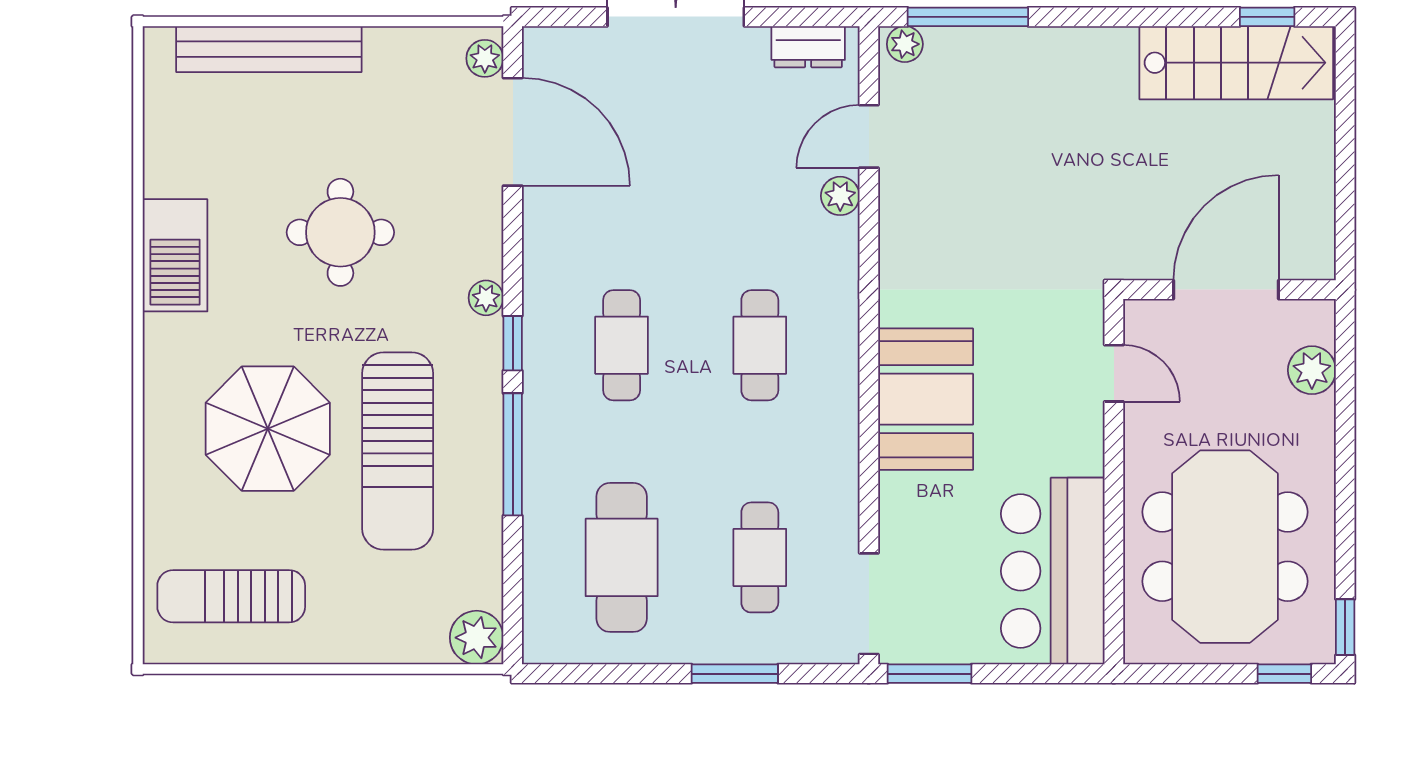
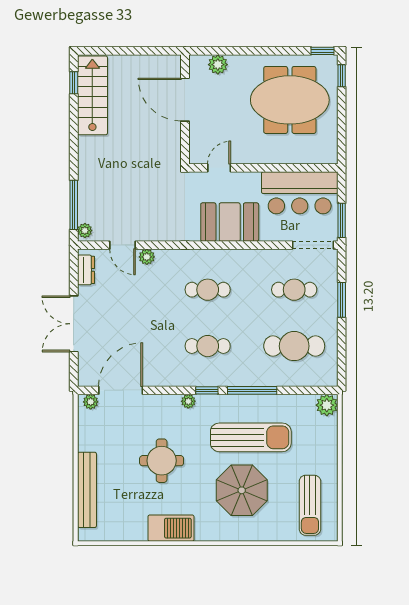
door: (1114, 373) -> (219, 168), moved
wall: (1114, 482) -> (263, 168), moved
bar counter: (1053, 571) -> (300, 193), moved

